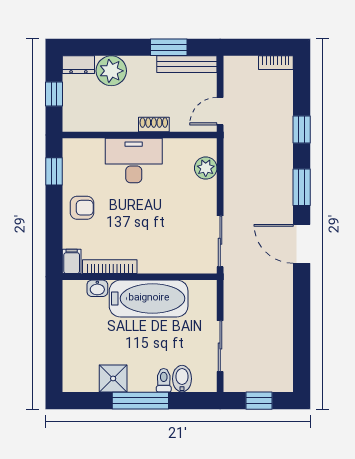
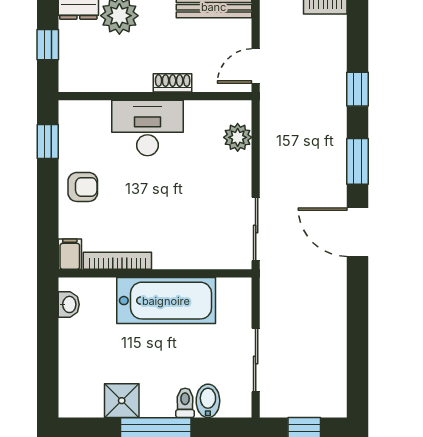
washbasin: (97, 288) -> (69, 304), moved, turned -90

